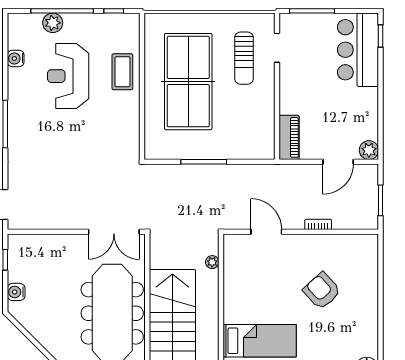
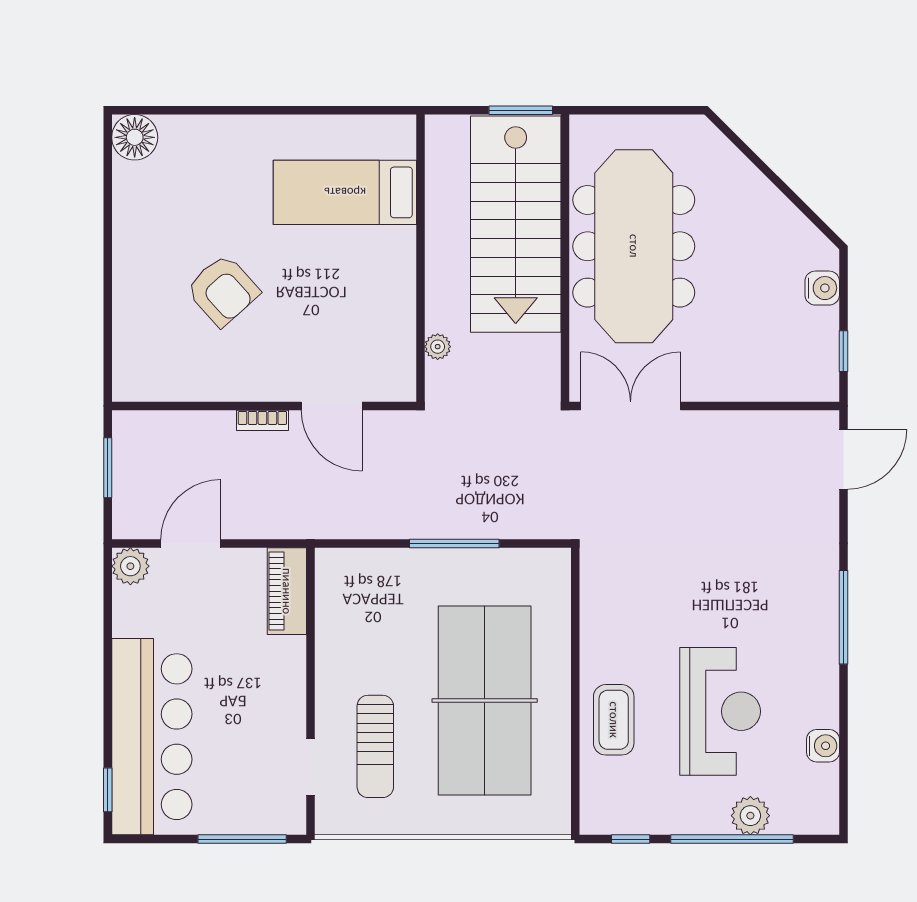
bar counter: (358, 50) -> (152, 737), width x1.36
sun lounger: (244, 58) -> (375, 746), turned 180
bookcase: (318, 224) -> (262, 420), moved

